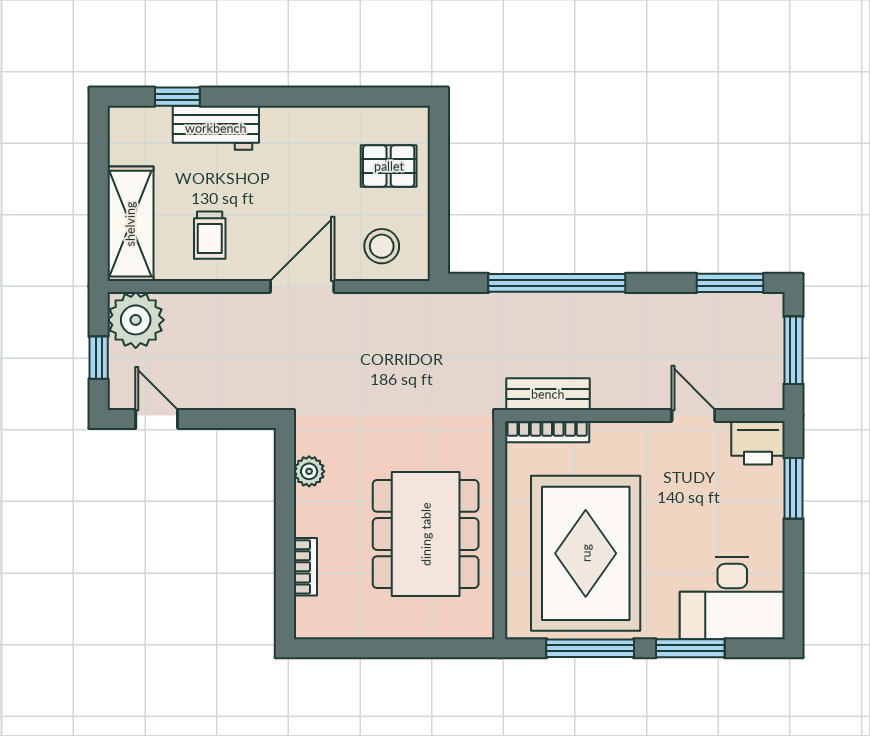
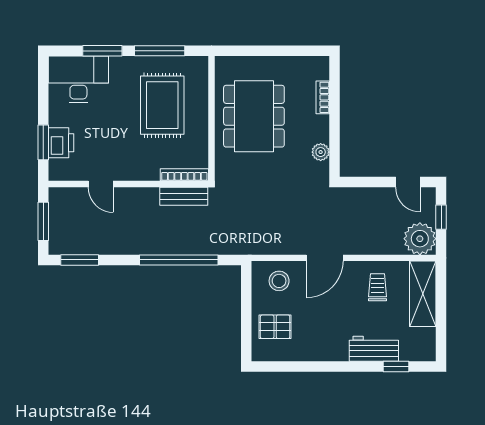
printer: (758, 443) -> (61, 143), moved, turned 90
rug: (586, 553) -> (162, 105), width x0.73, depth x0.69

